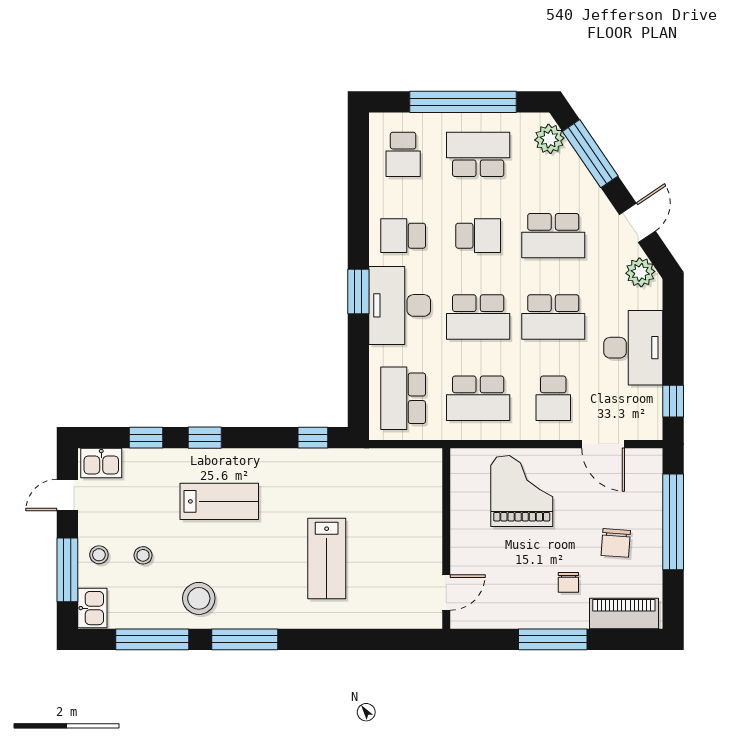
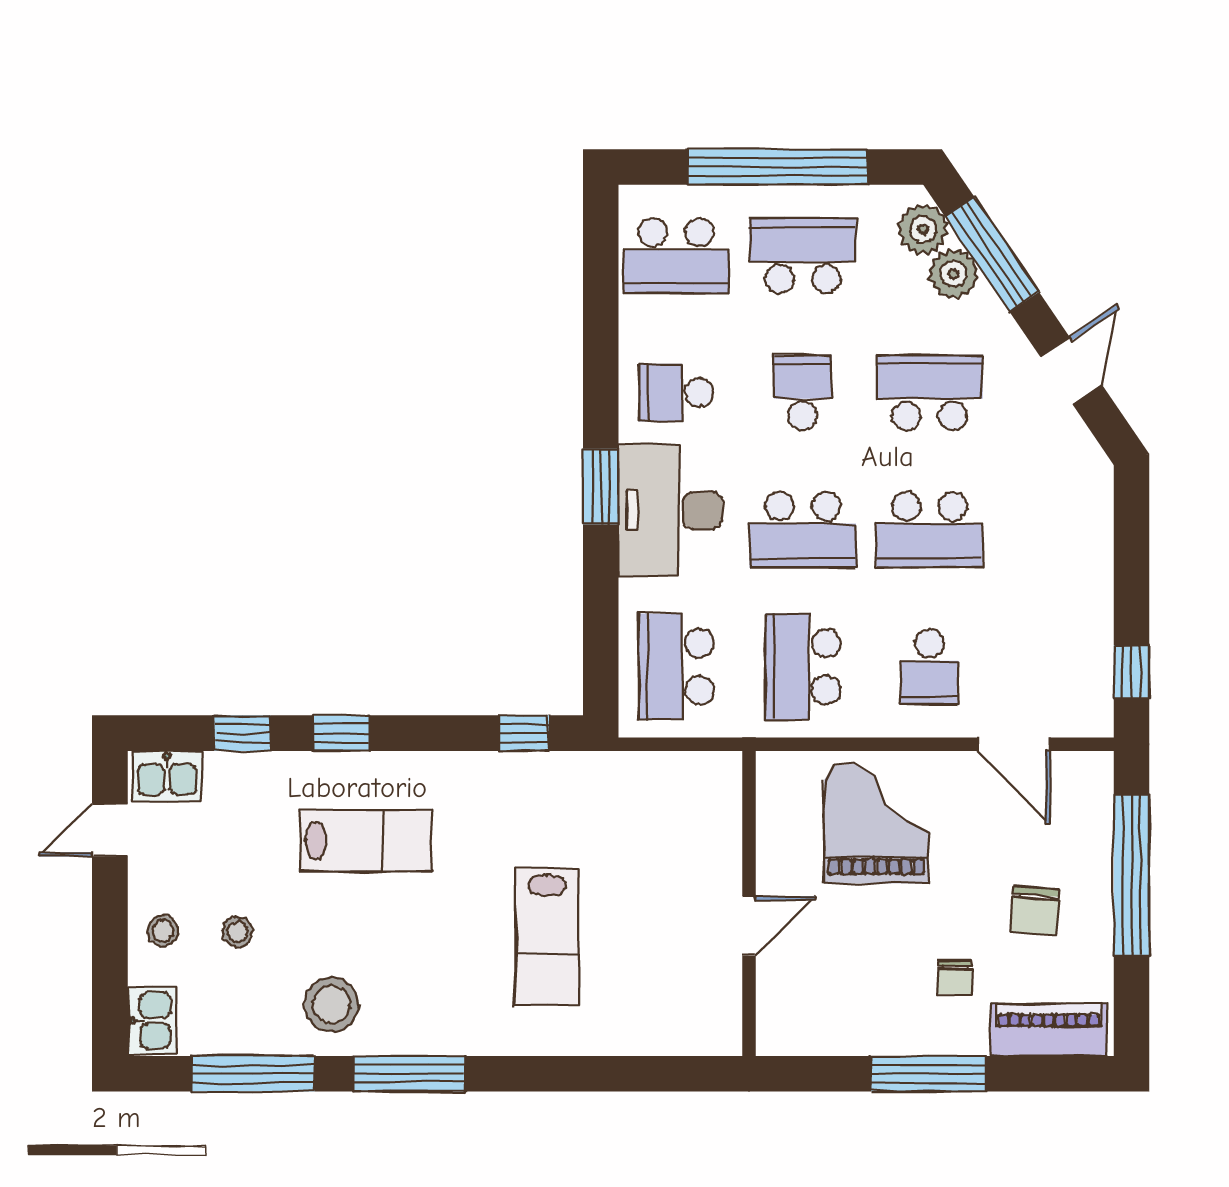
school desk: (403, 154) -> (676, 255), width x1.85
school desk: (478, 236) -> (803, 393), turned -90
school desk: (553, 236) -> (929, 393), turned 180
plant: (640, 272) -> (954, 274), moved
desk: (633, 348) -> (1064, 581), removed
school desk: (478, 398) -> (803, 667), turned 90
window: (67, 570) -> (110, 956), removed
door: (446, 593) -> (749, 926), moved

